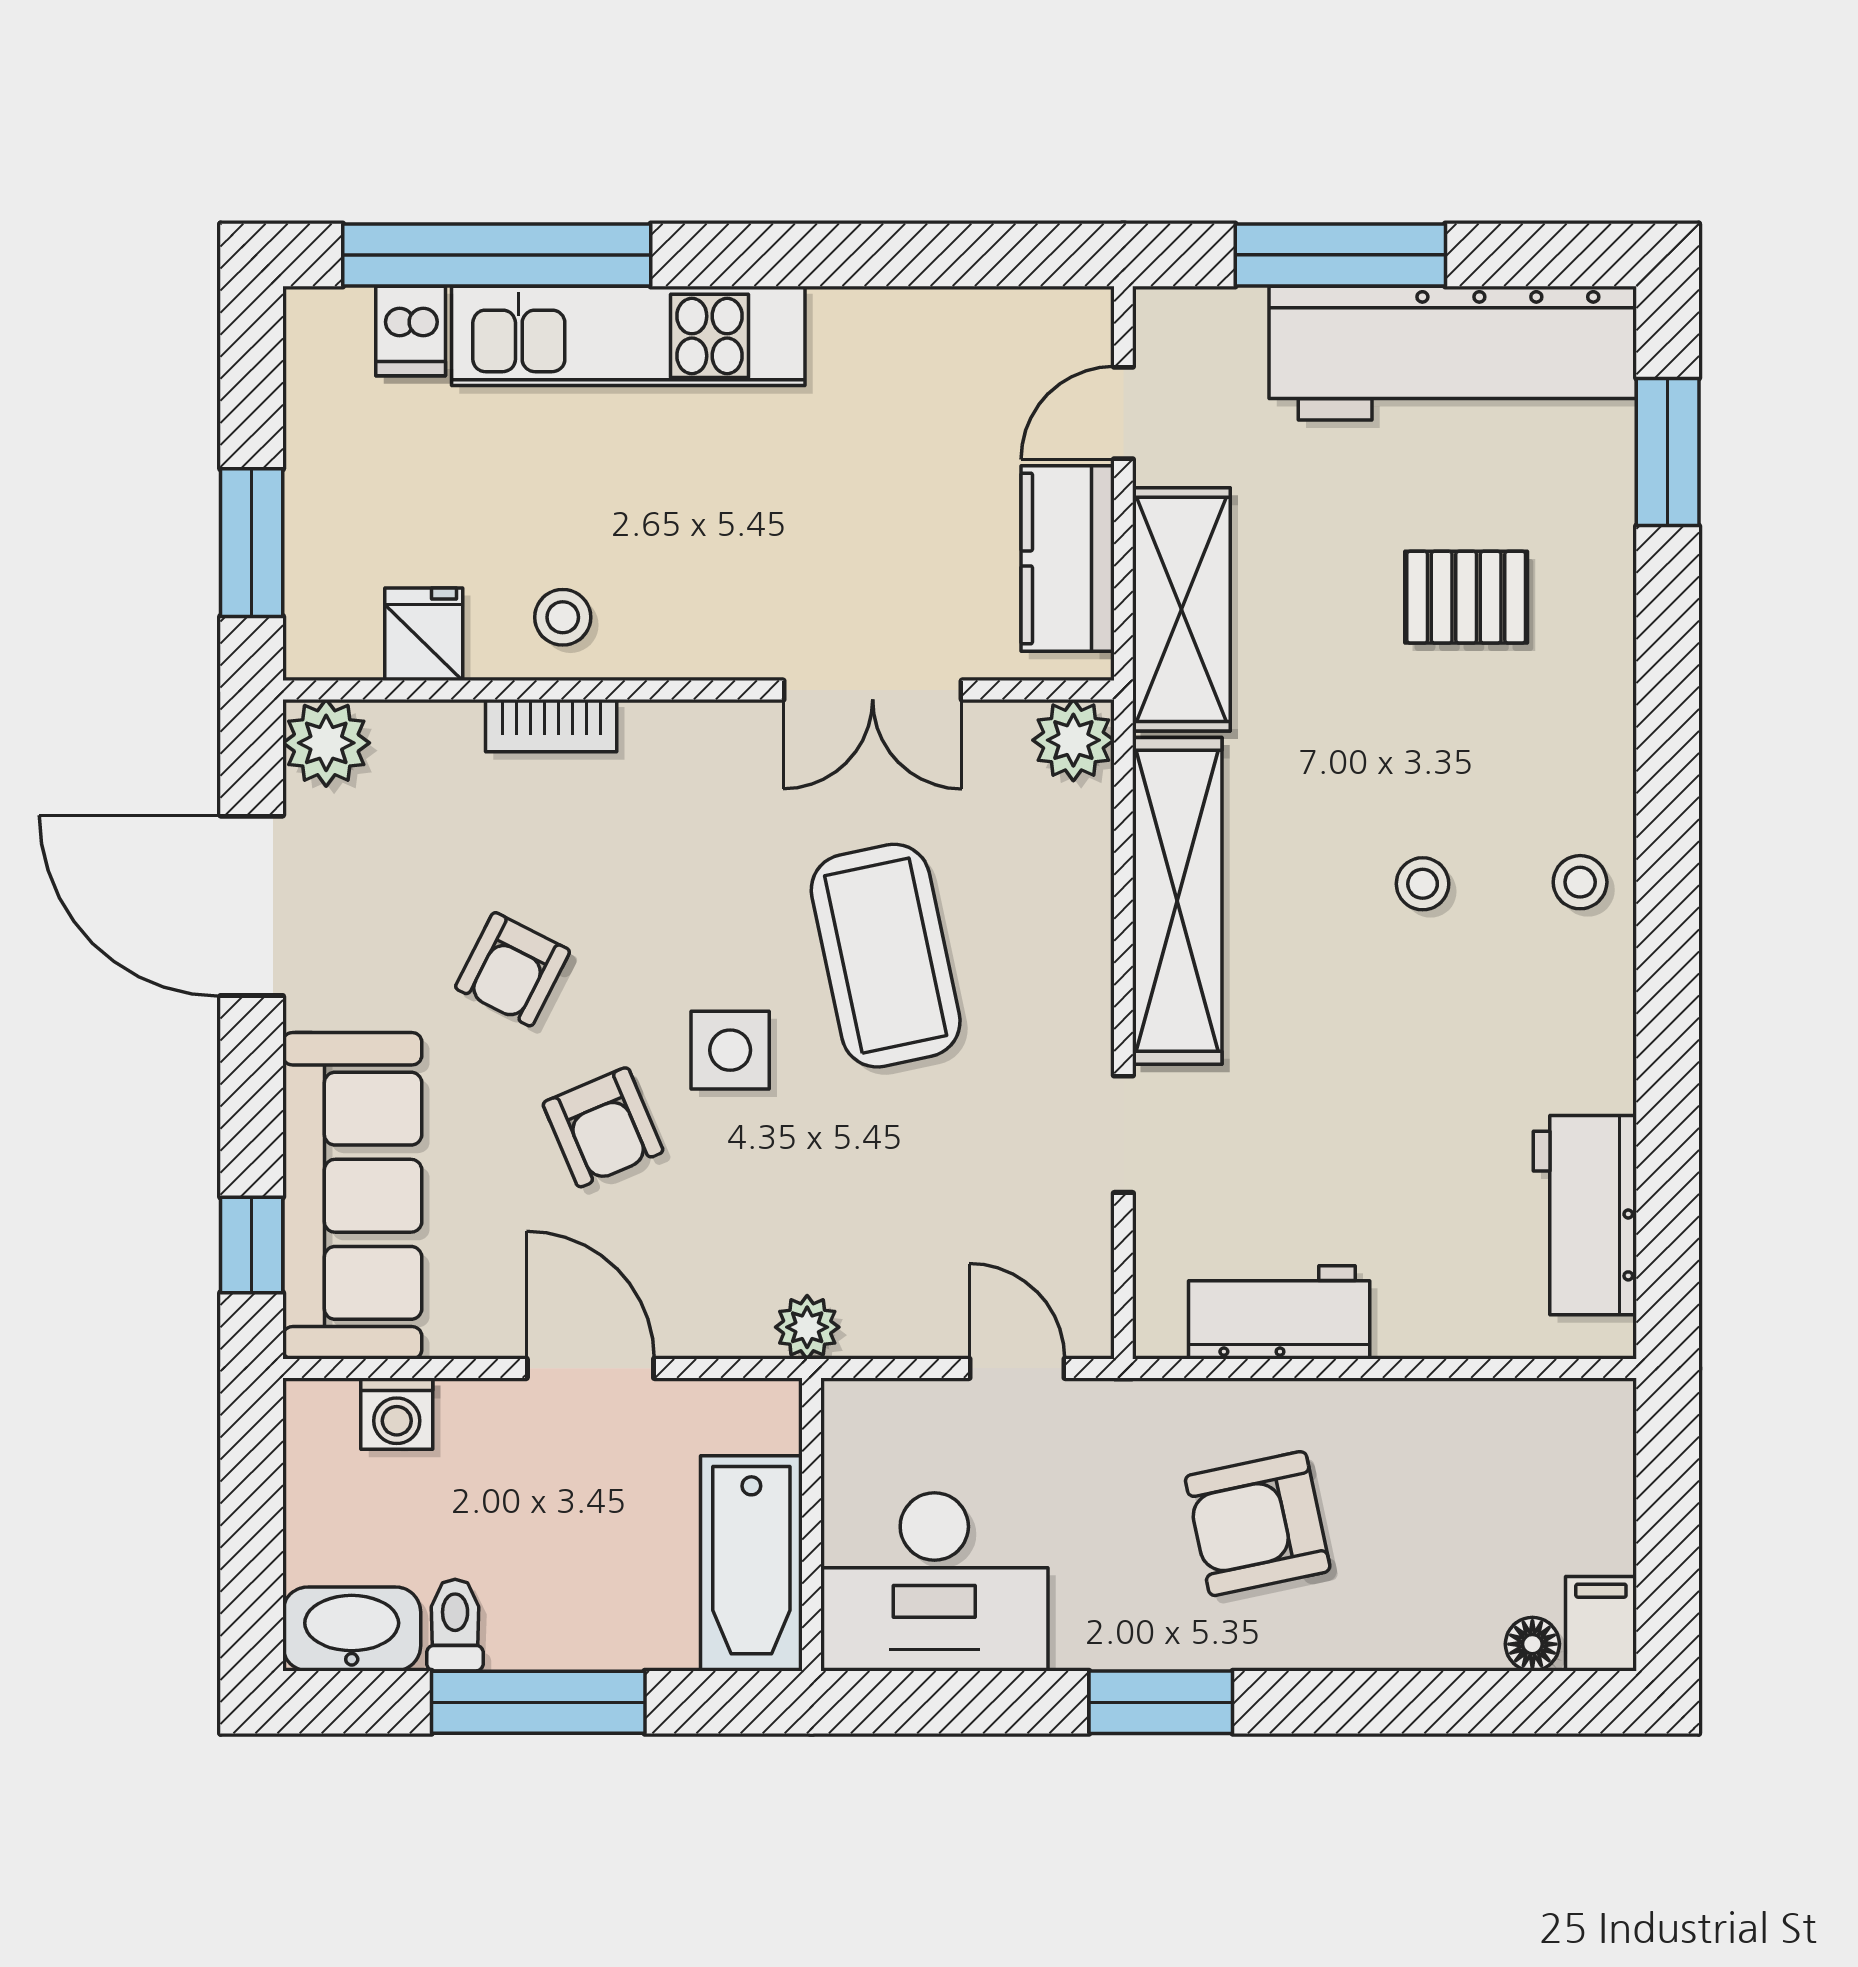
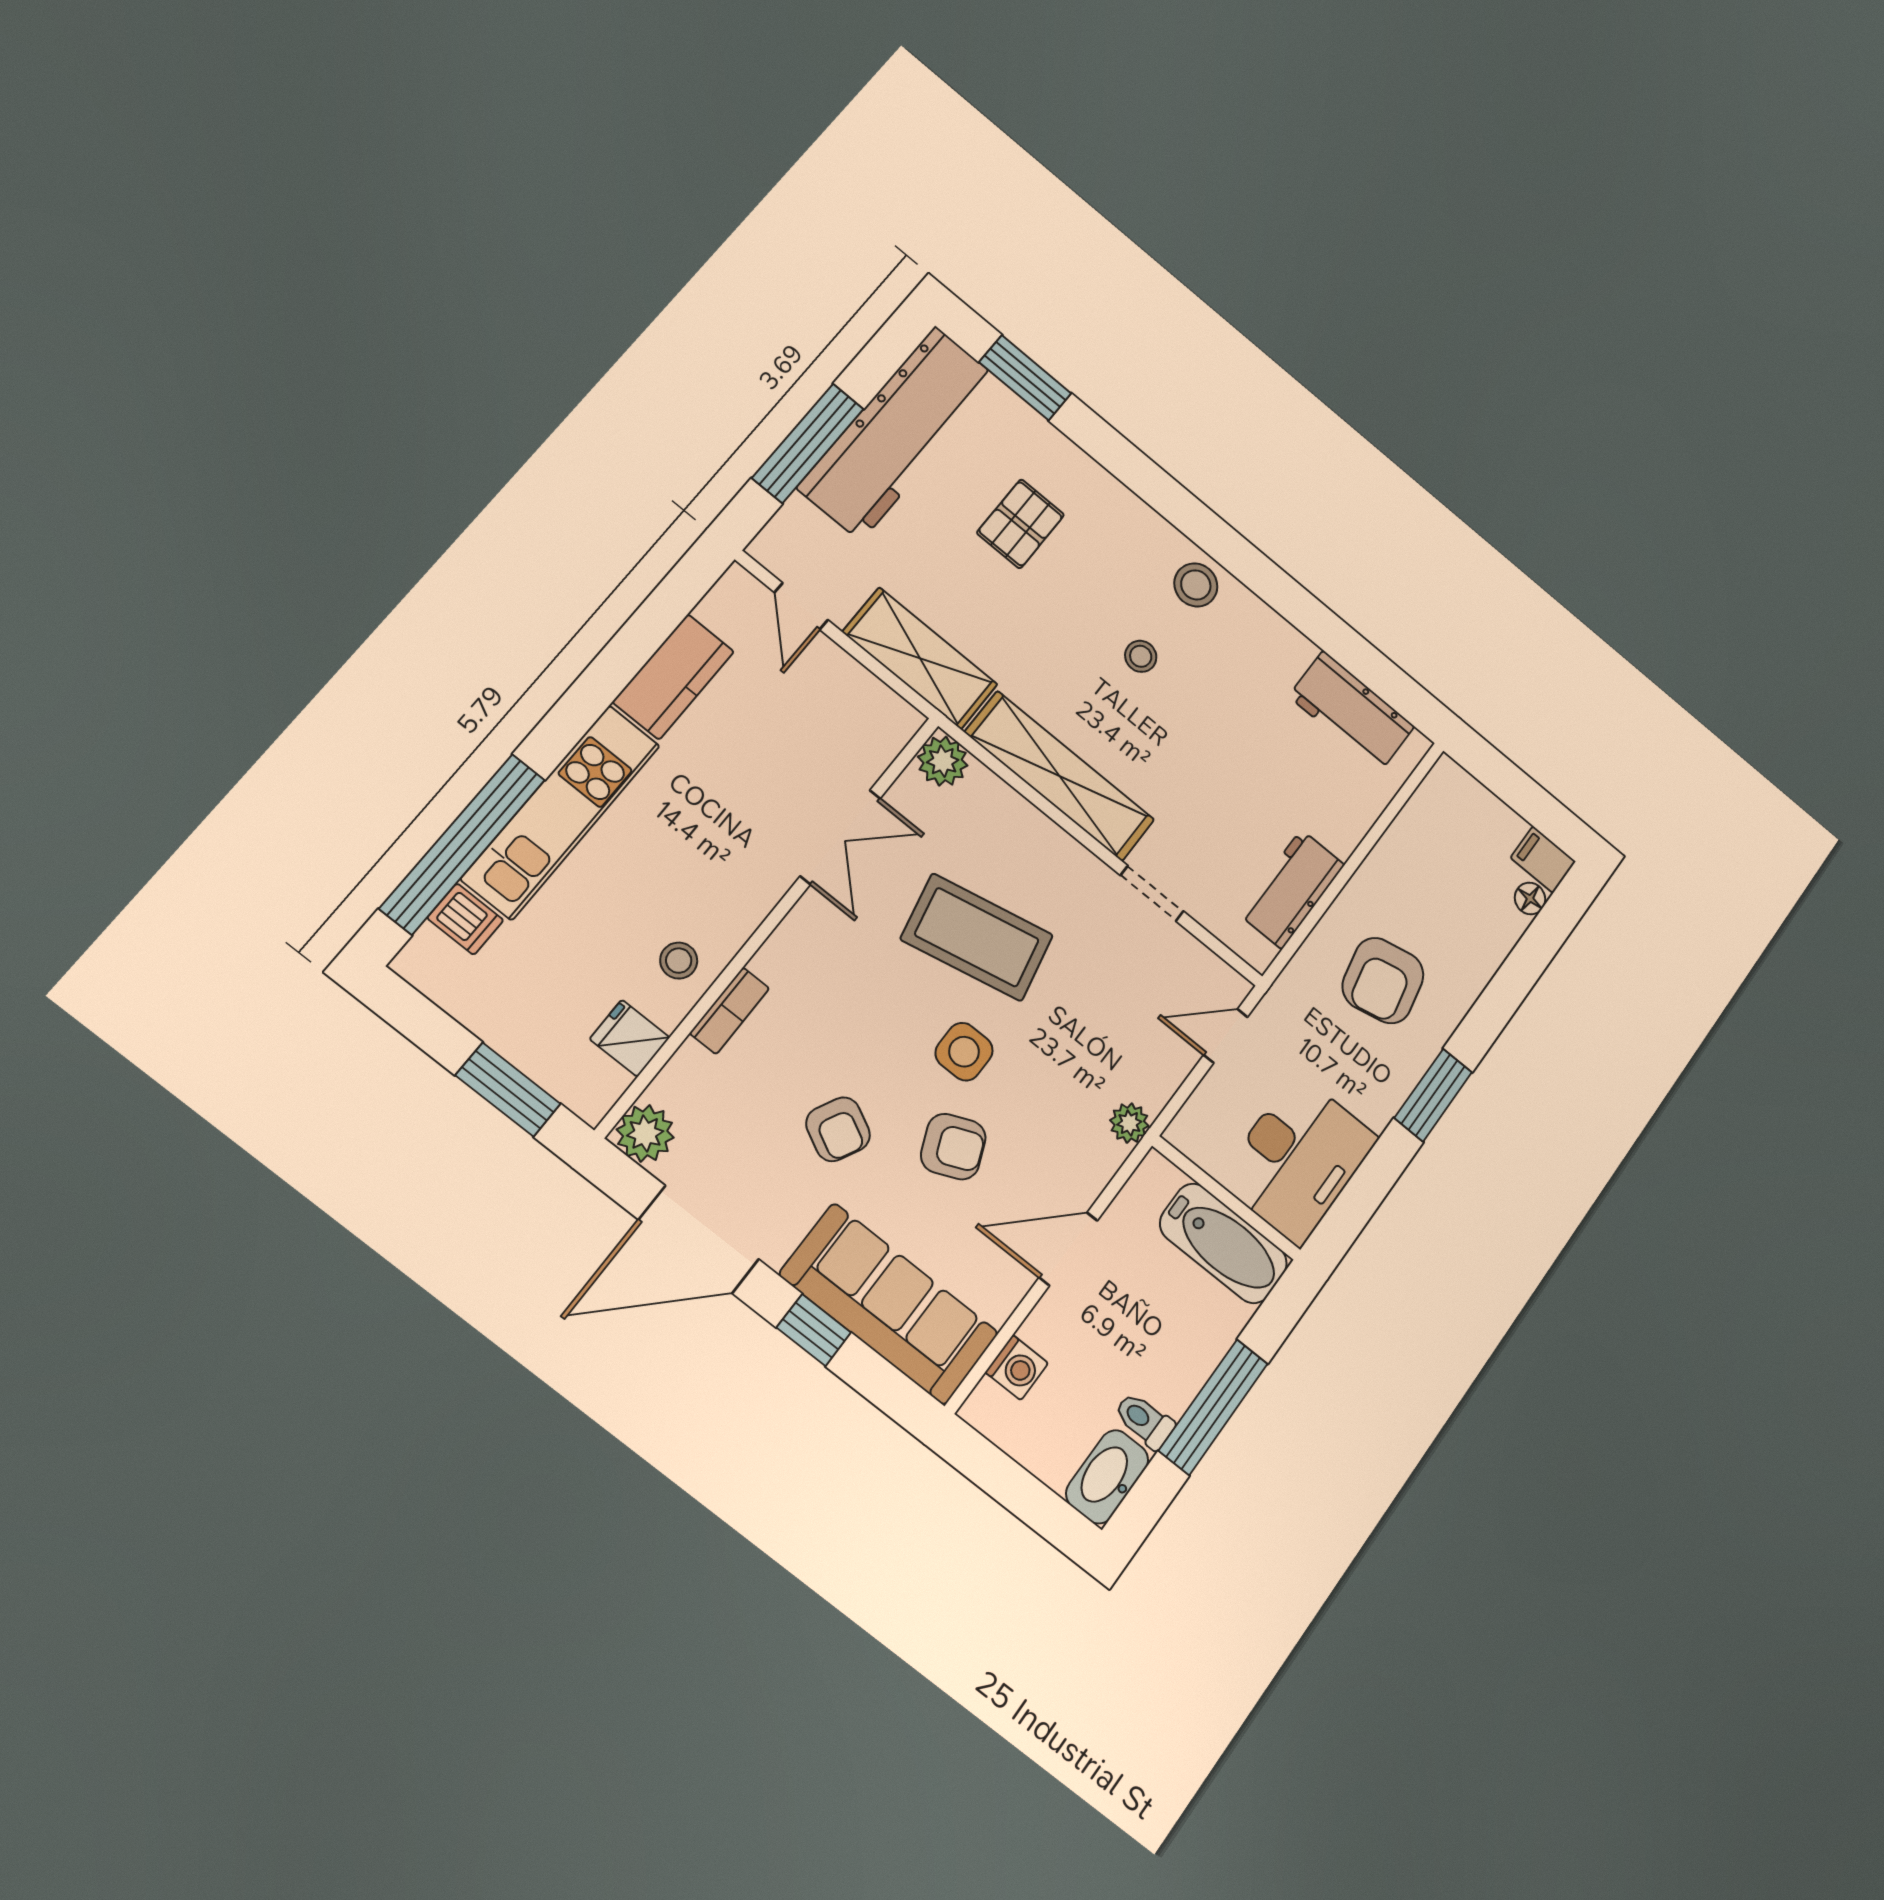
kitchen counter: (1068, 558) -> (673, 677), moved, turned -90
stool: (1580, 882) -> (1196, 585), width x1.37, depth x1.37
window: (252, 1245) -> (814, 1330), moved

